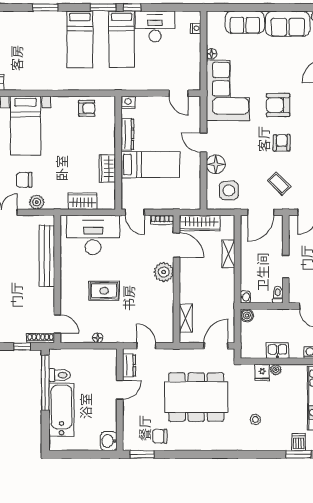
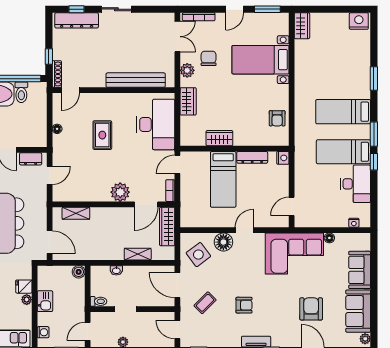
armchair: (278, 105) -> (311, 309), moved
side table: (229, 190) -> (198, 255), turned -37
wardrobe: (83, 201) -> (188, 101), moved
washbasin: (245, 297) -> (116, 270), moved

